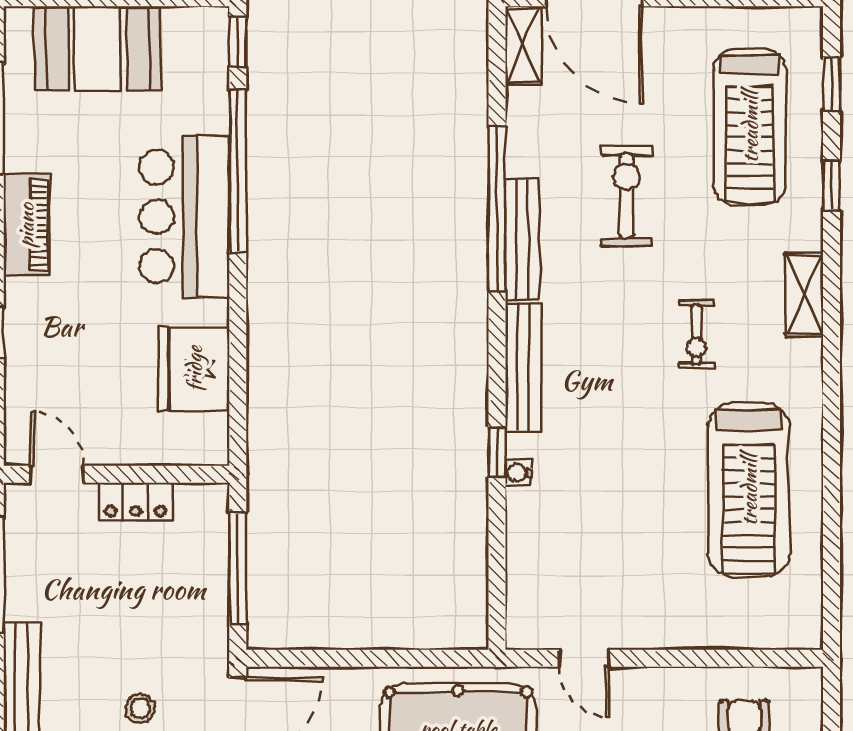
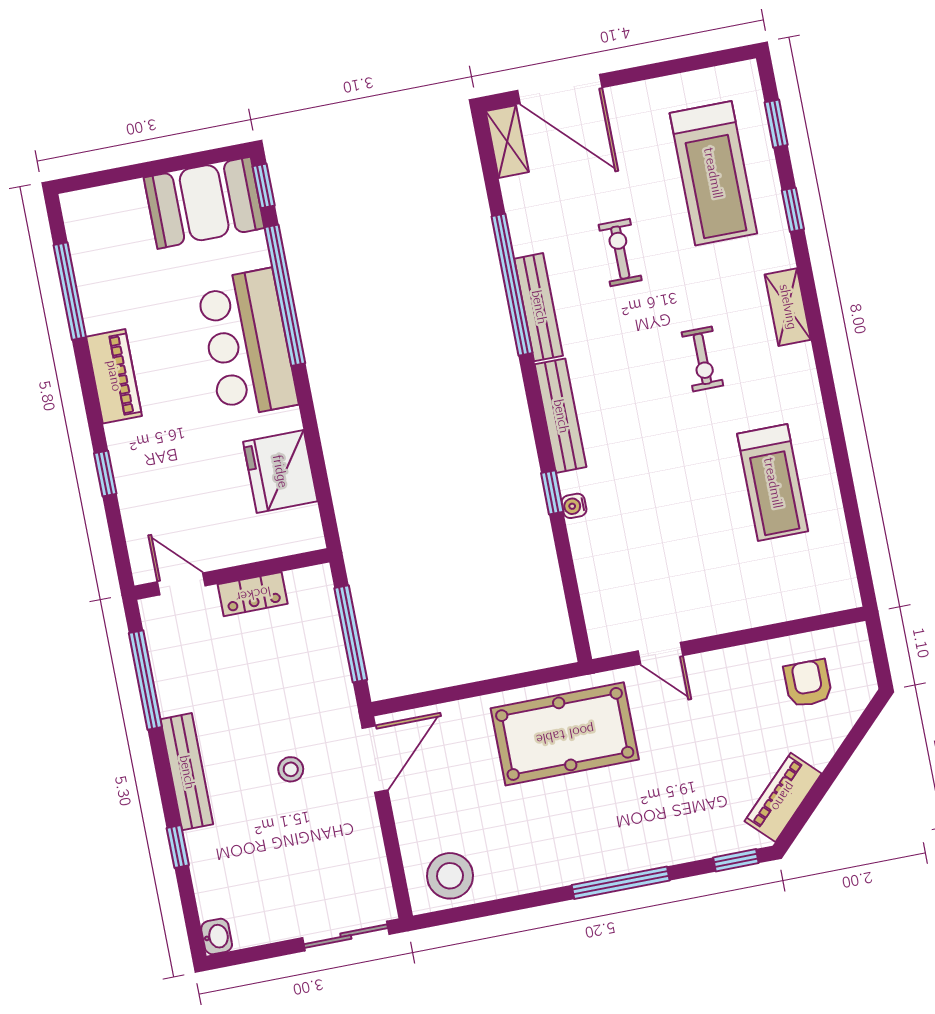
booth: (97, 48) -> (204, 203), moved
exercise bike: (627, 196) -> (620, 253), width x0.73, depth x0.72
treadmill: (749, 490) -> (773, 483), width x0.73, depth x0.73

